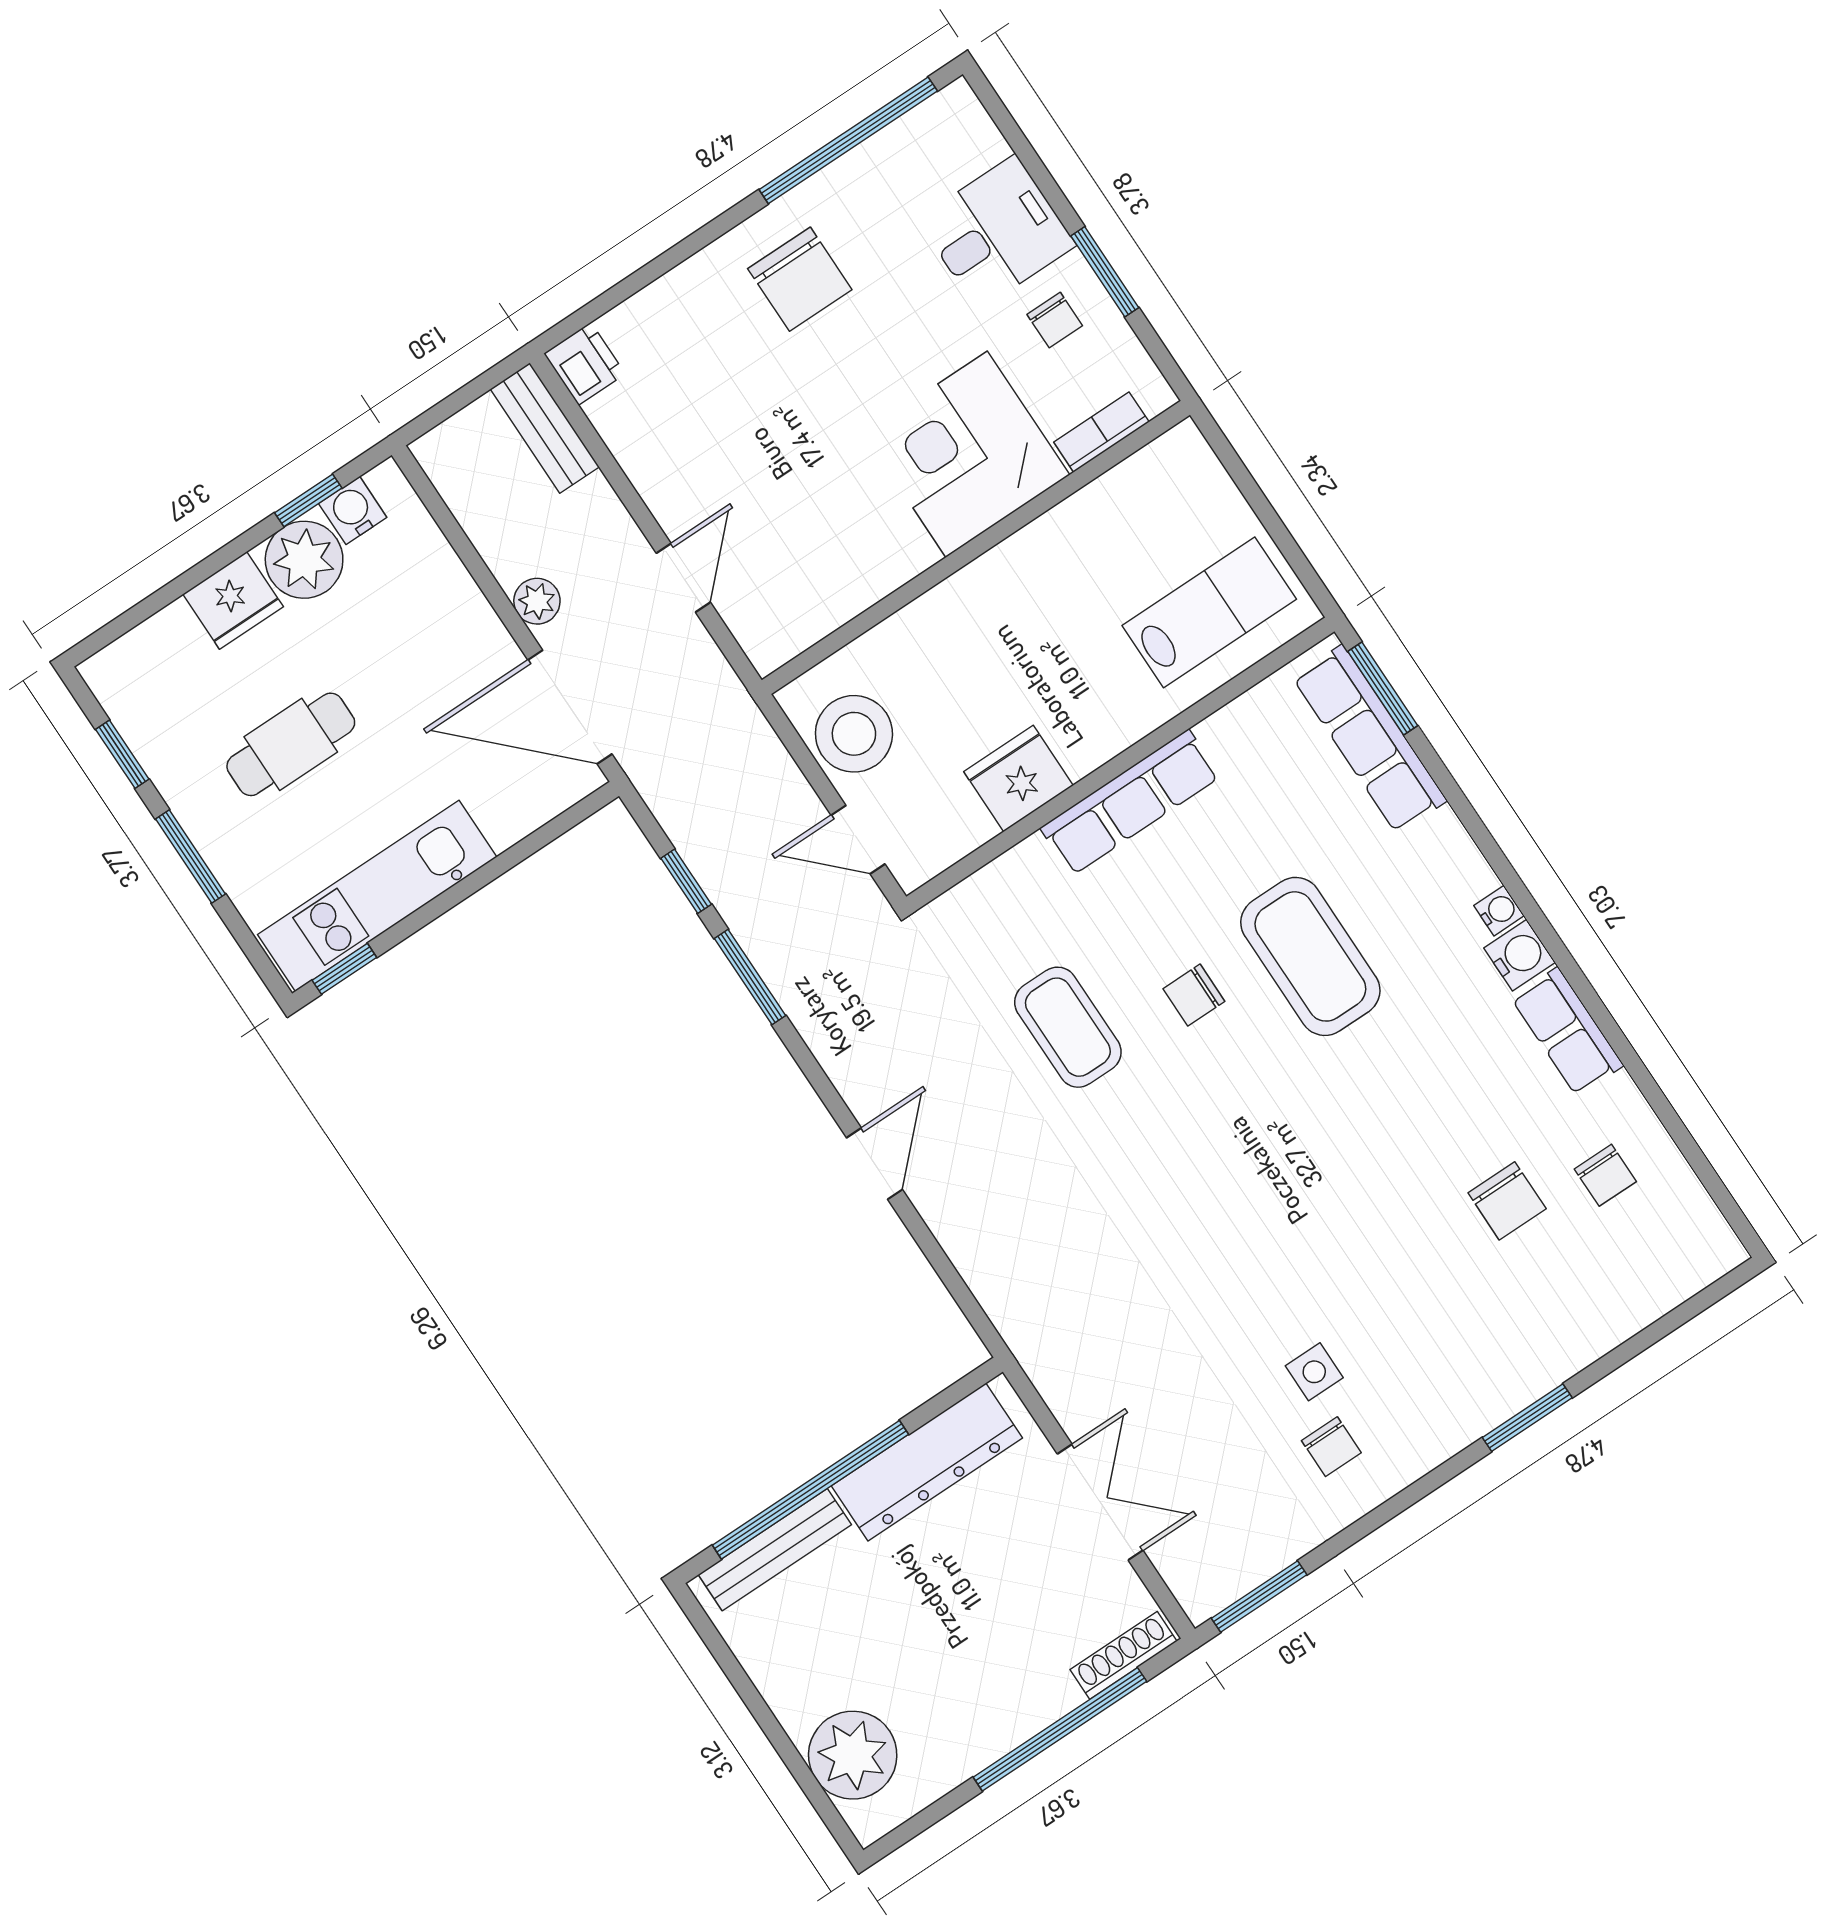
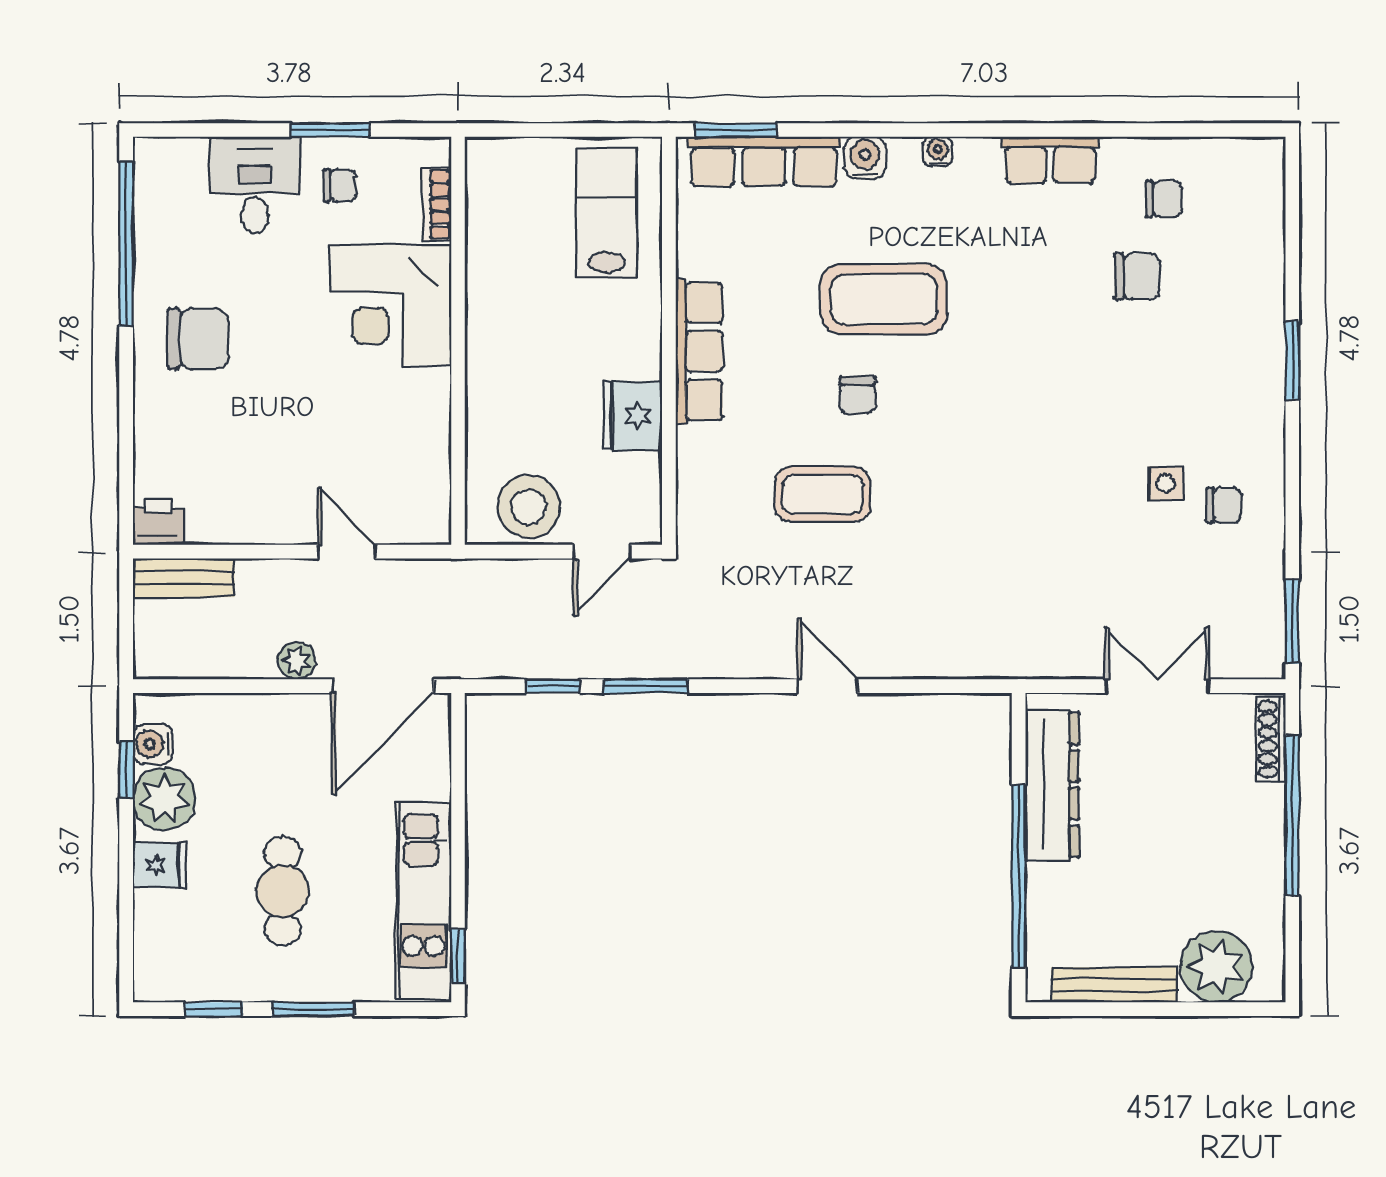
fridge: (233, 600) -> (160, 865), width x0.72
water cooler: (1520, 955) -> (865, 158), moved
bench: (775, 1550) -> (1114, 985), moved, turned 90

